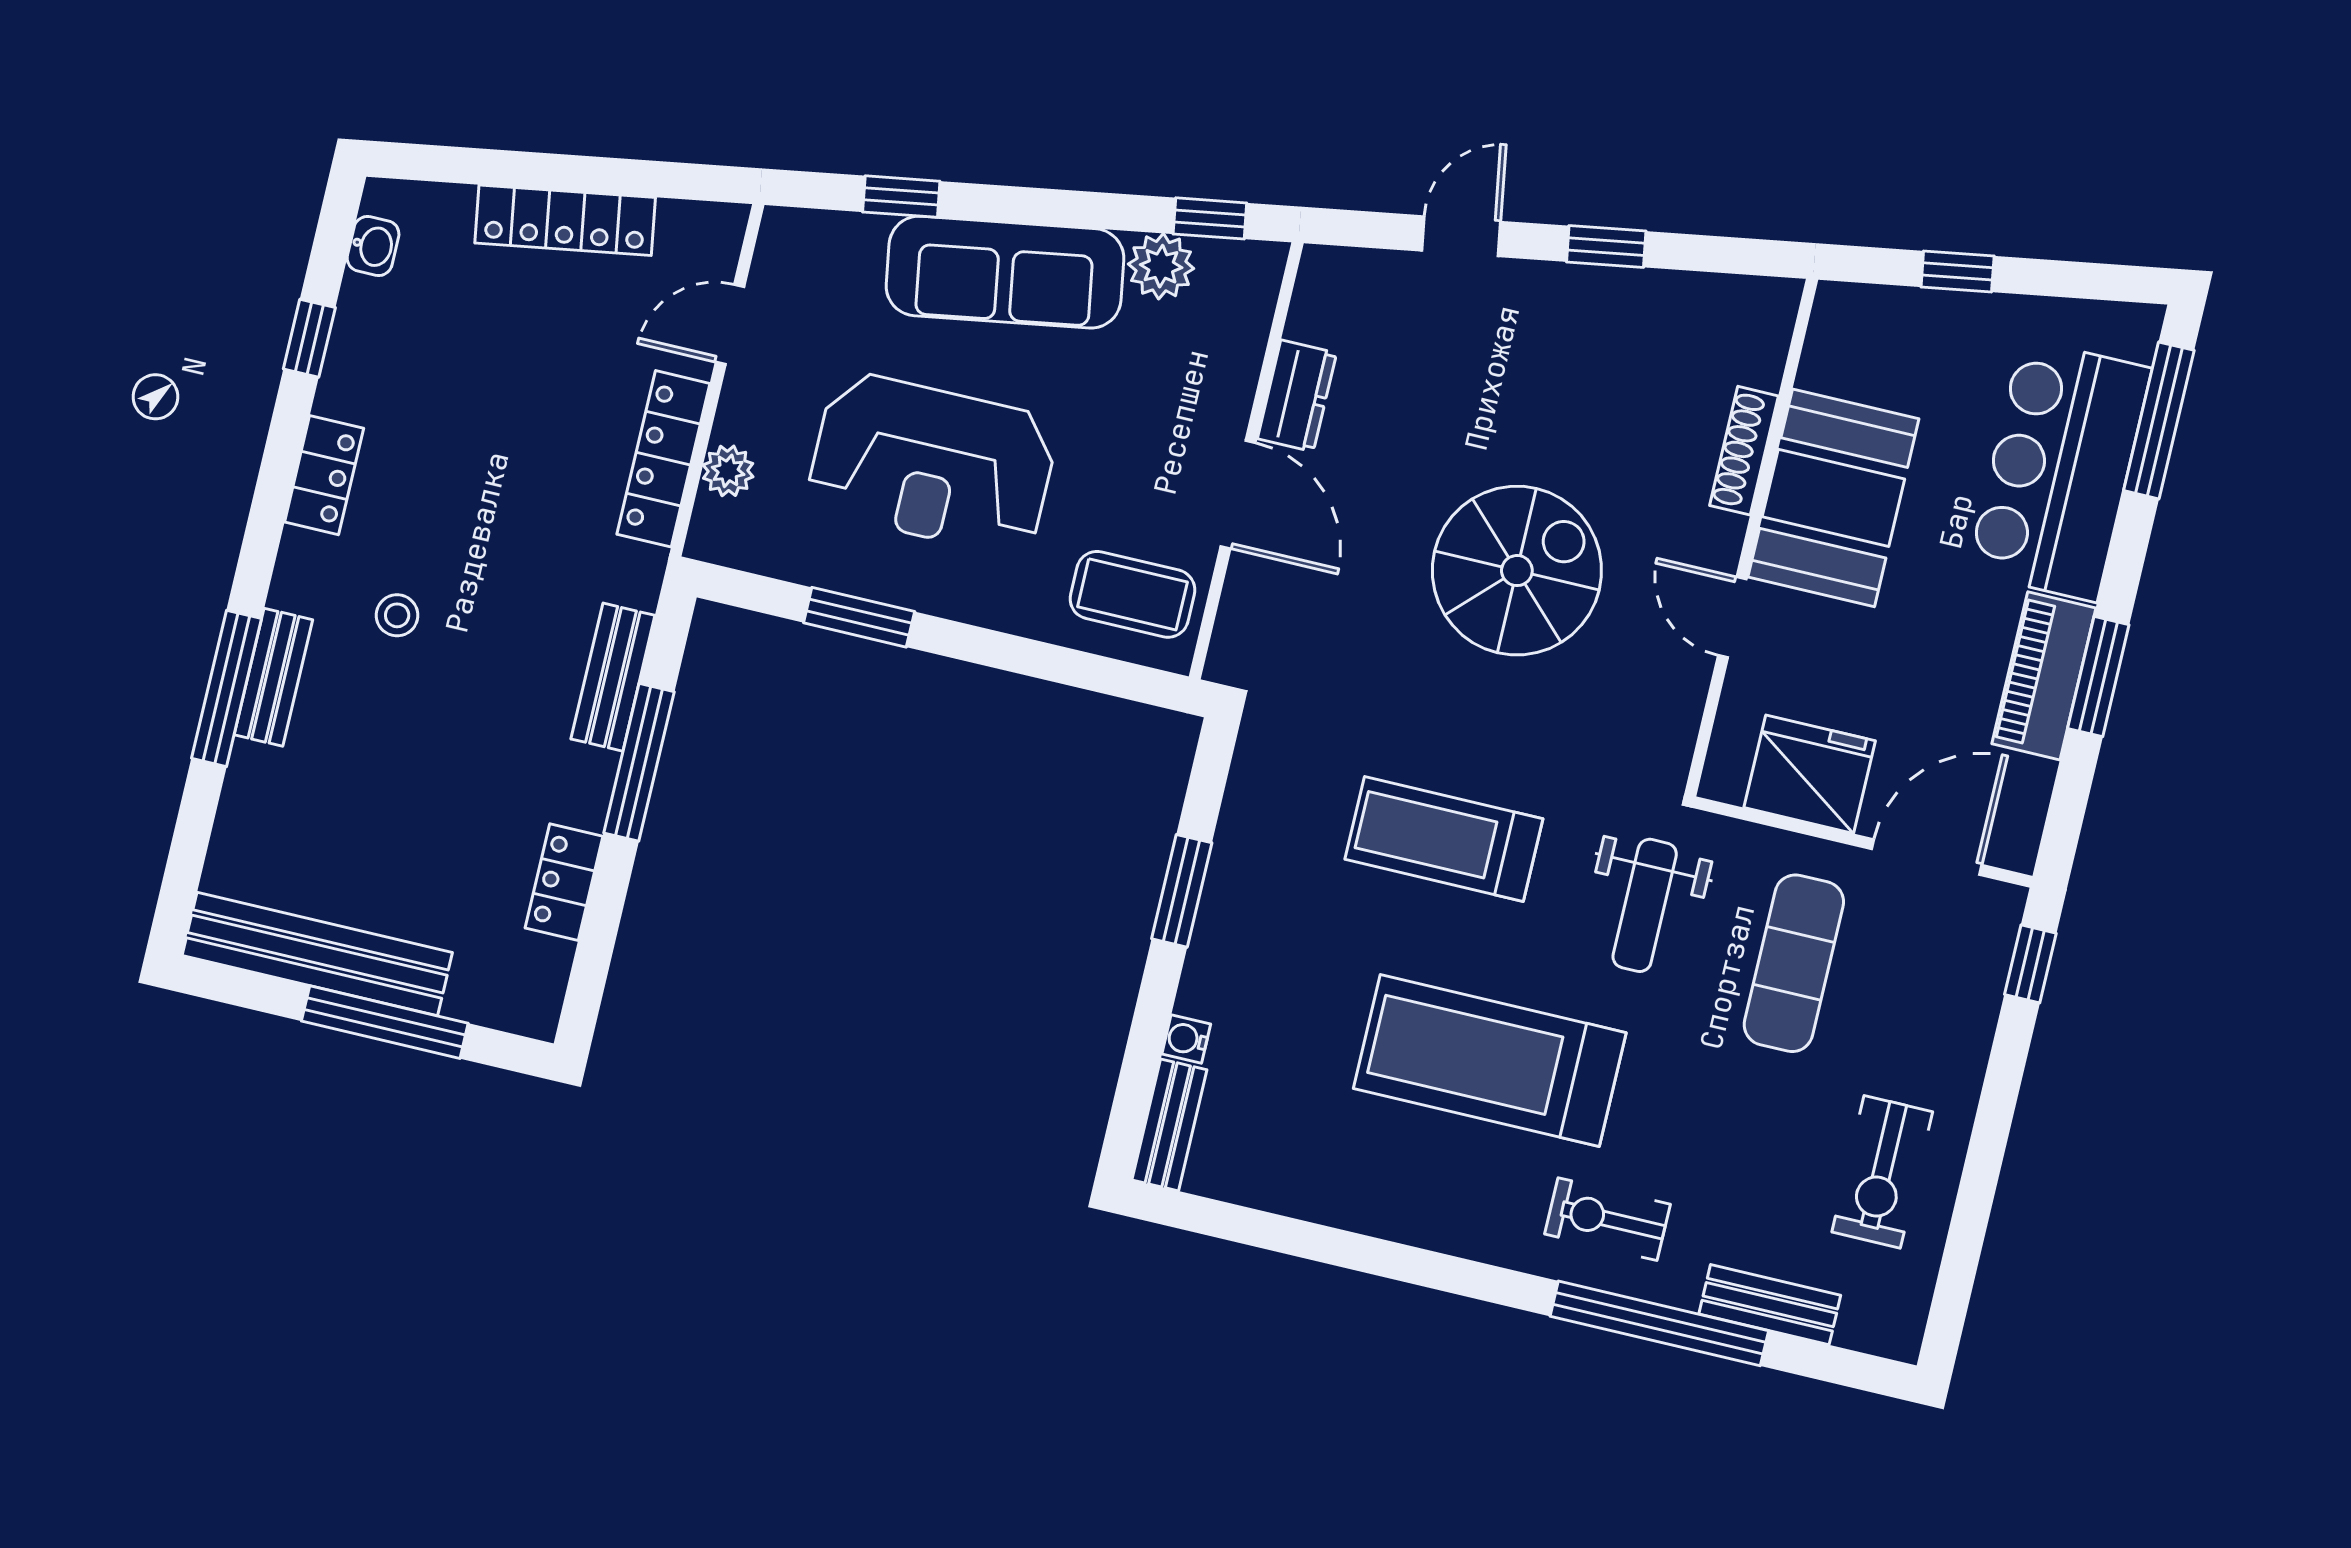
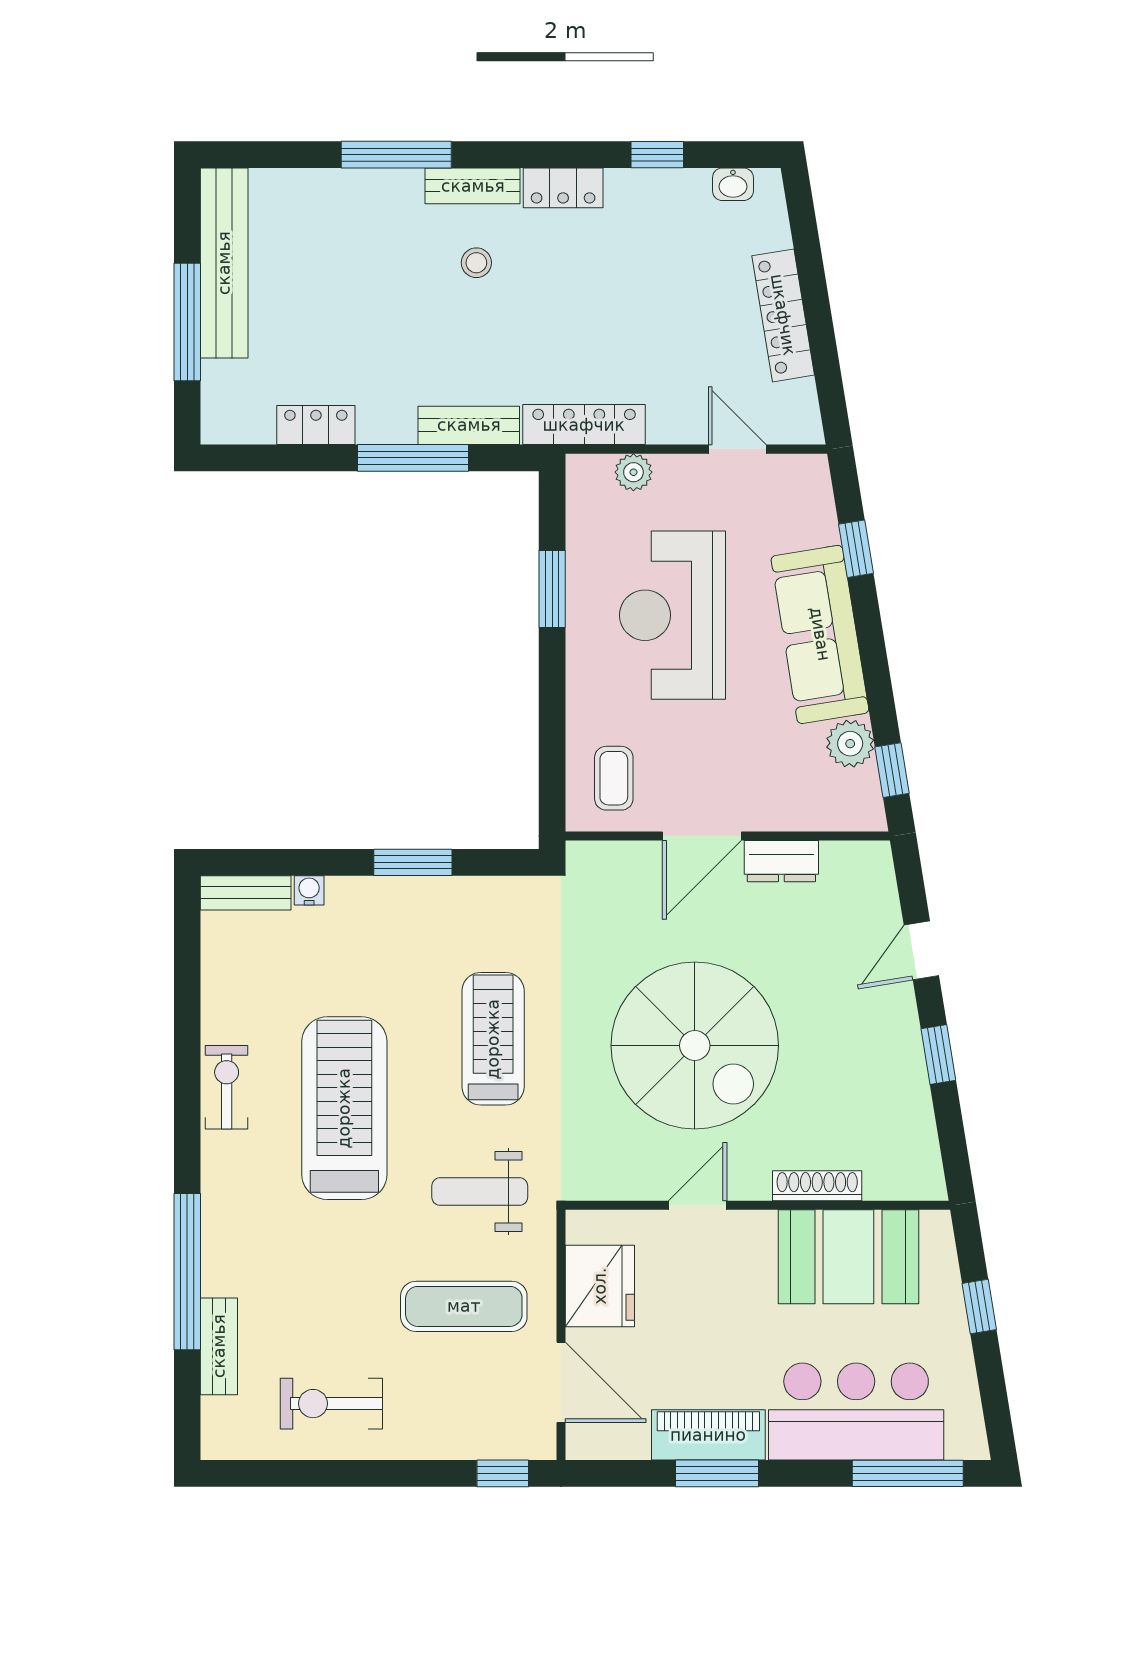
door: (1461, 236) -> (921, 950), swing flipped
locker: (663, 459) -> (584, 425), moved
booth: (1833, 498) -> (848, 1257), moved
spiral stairs: (1517, 571) -> (695, 1046), width x1.37, depth x1.37
coffee table: (1132, 594) -> (614, 778), width x0.73, depth x0.77
bench: (273, 677) -> (473, 186), moved
exercise bike: (1608, 1219) -> (227, 1087), moved

